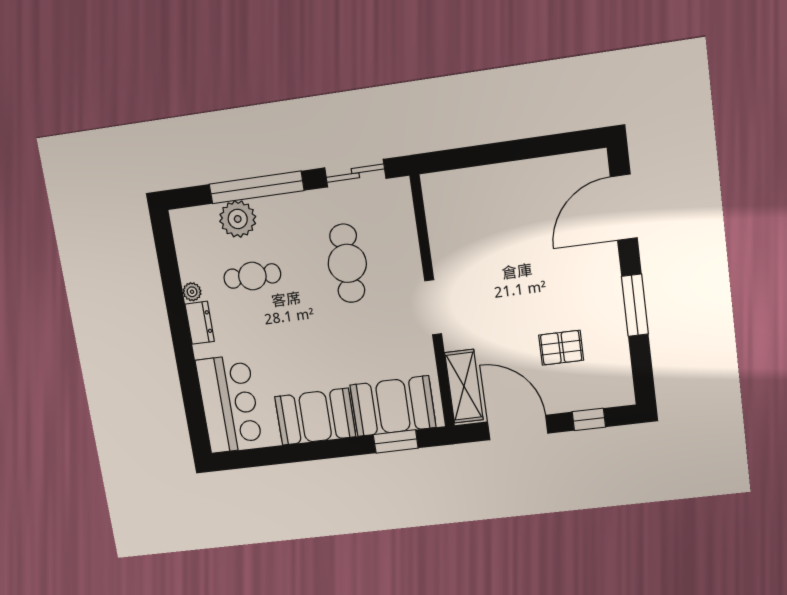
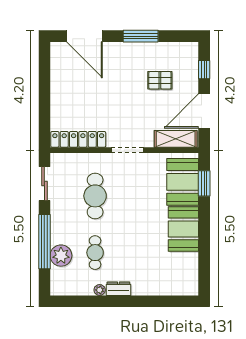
locker: (440, 221) -> (78, 139), added
cafe table: (347, 263) -> (95, 196), turned 90
pallet: (561, 348) -> (160, 80), turned 90
bar counter: (229, 404) -> (169, 279), removed

